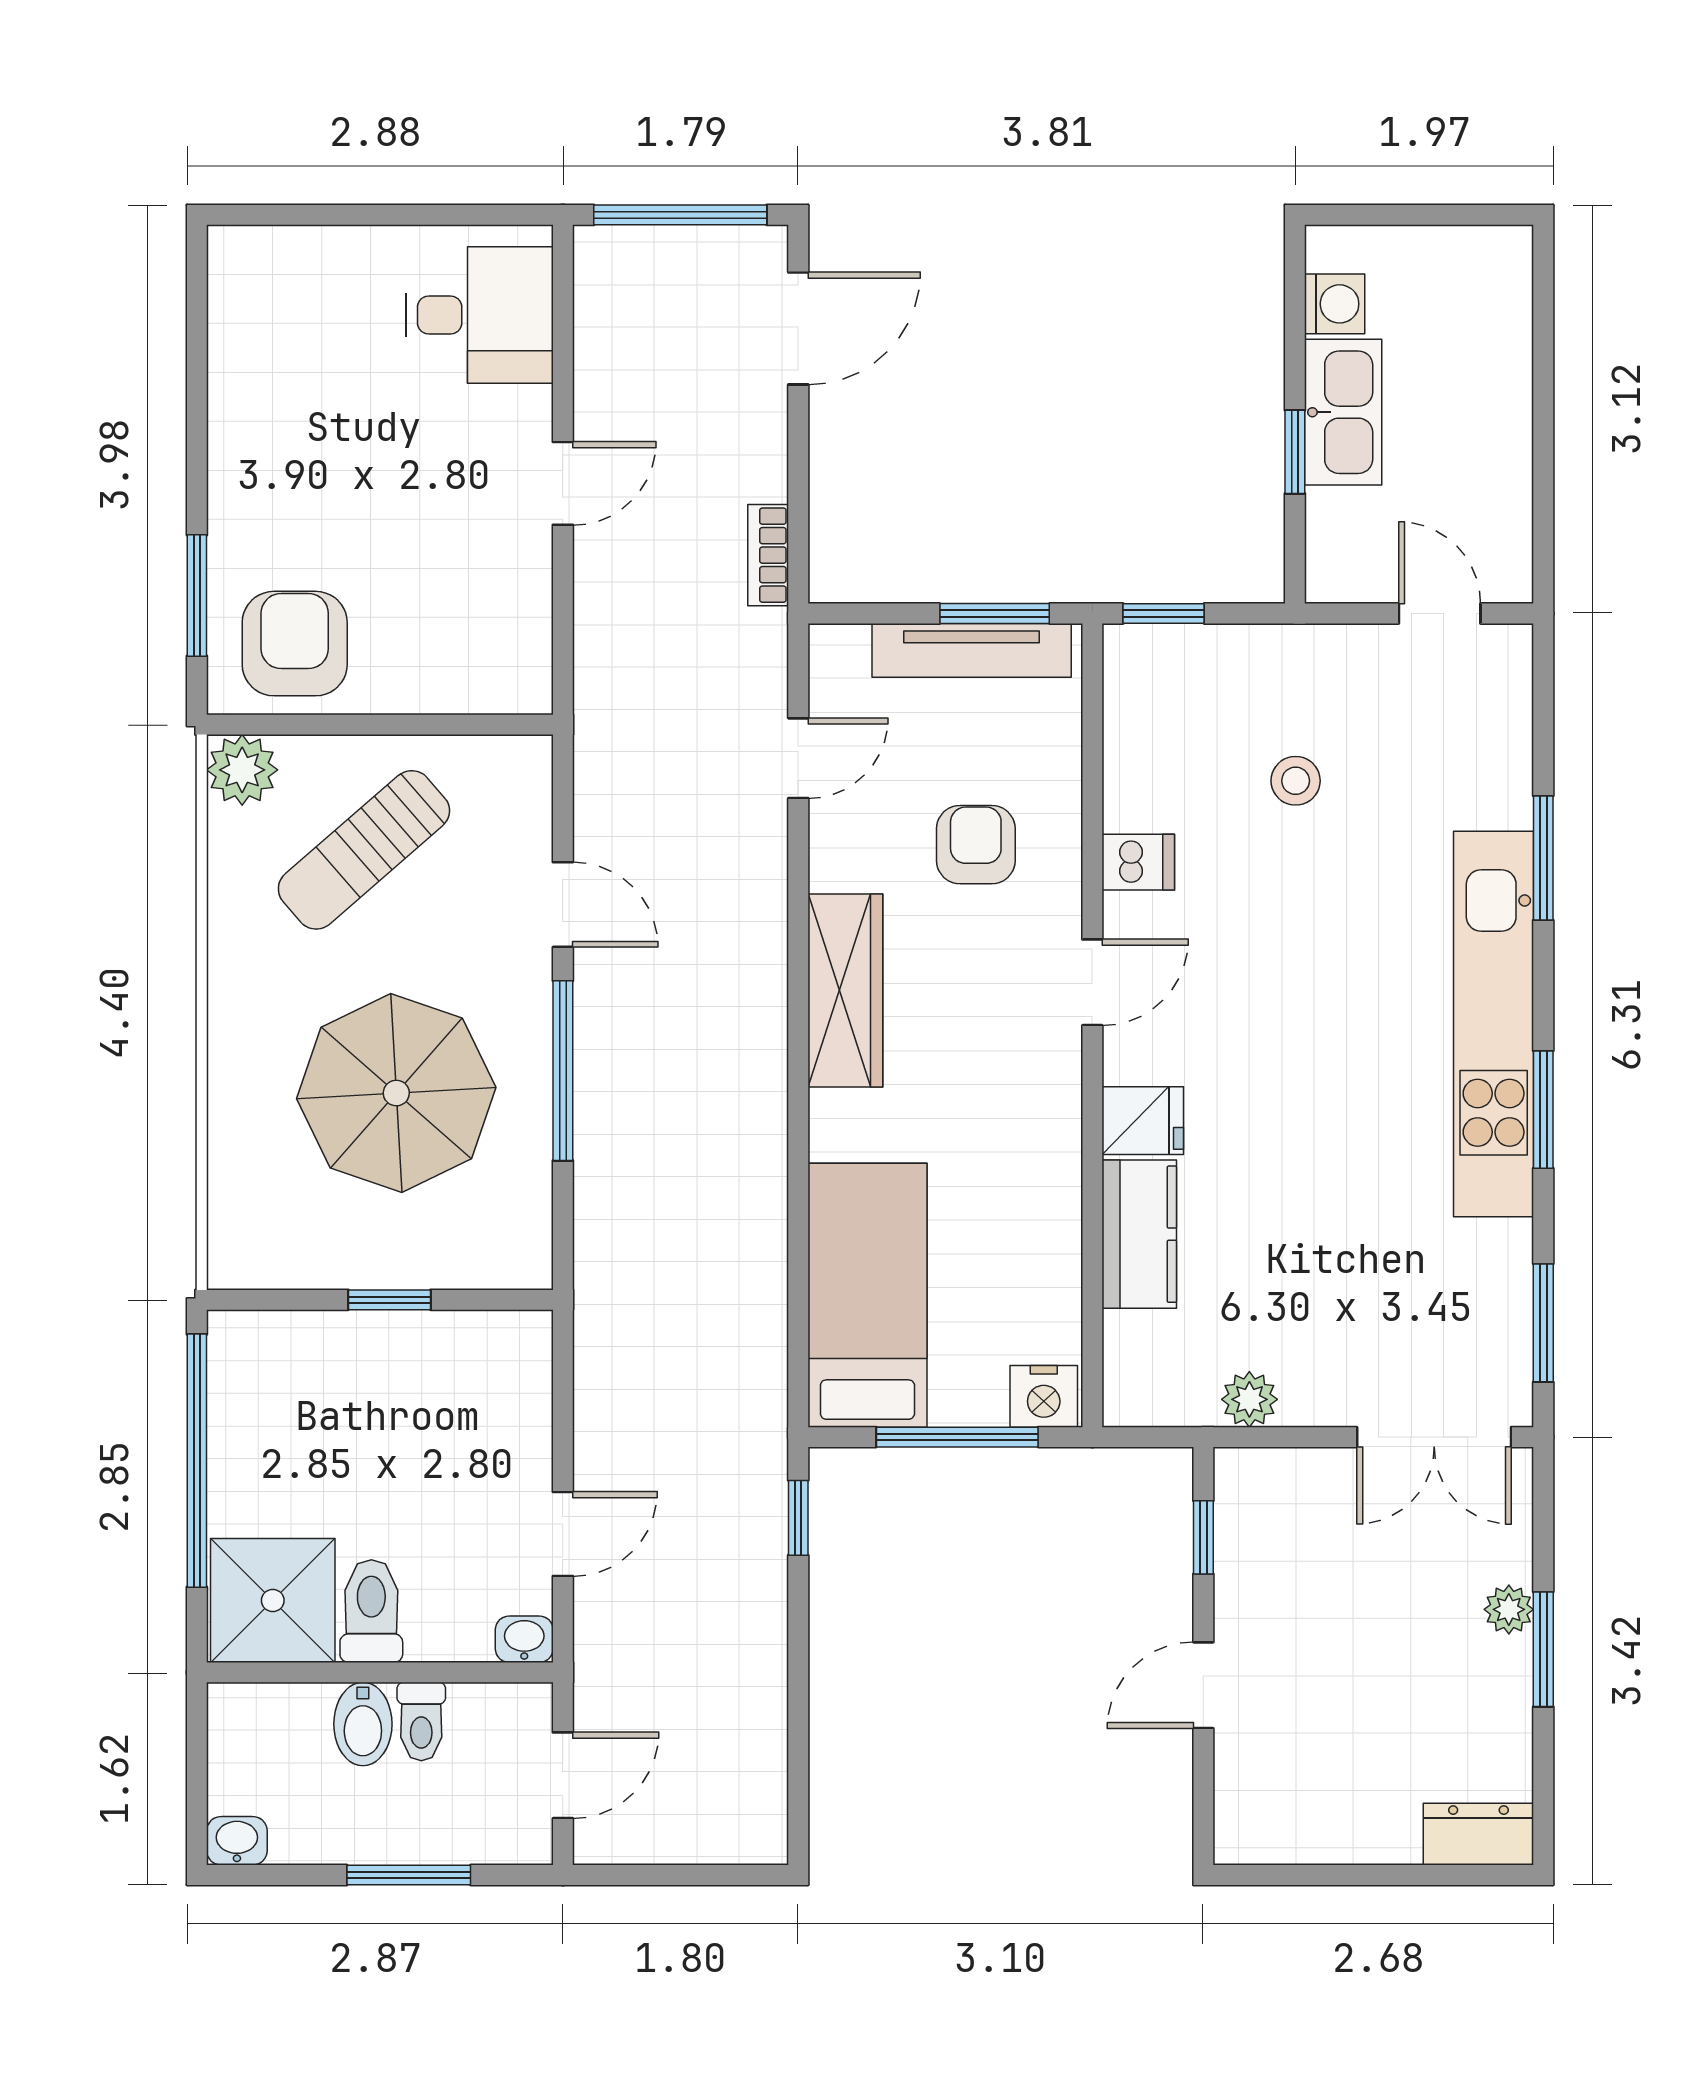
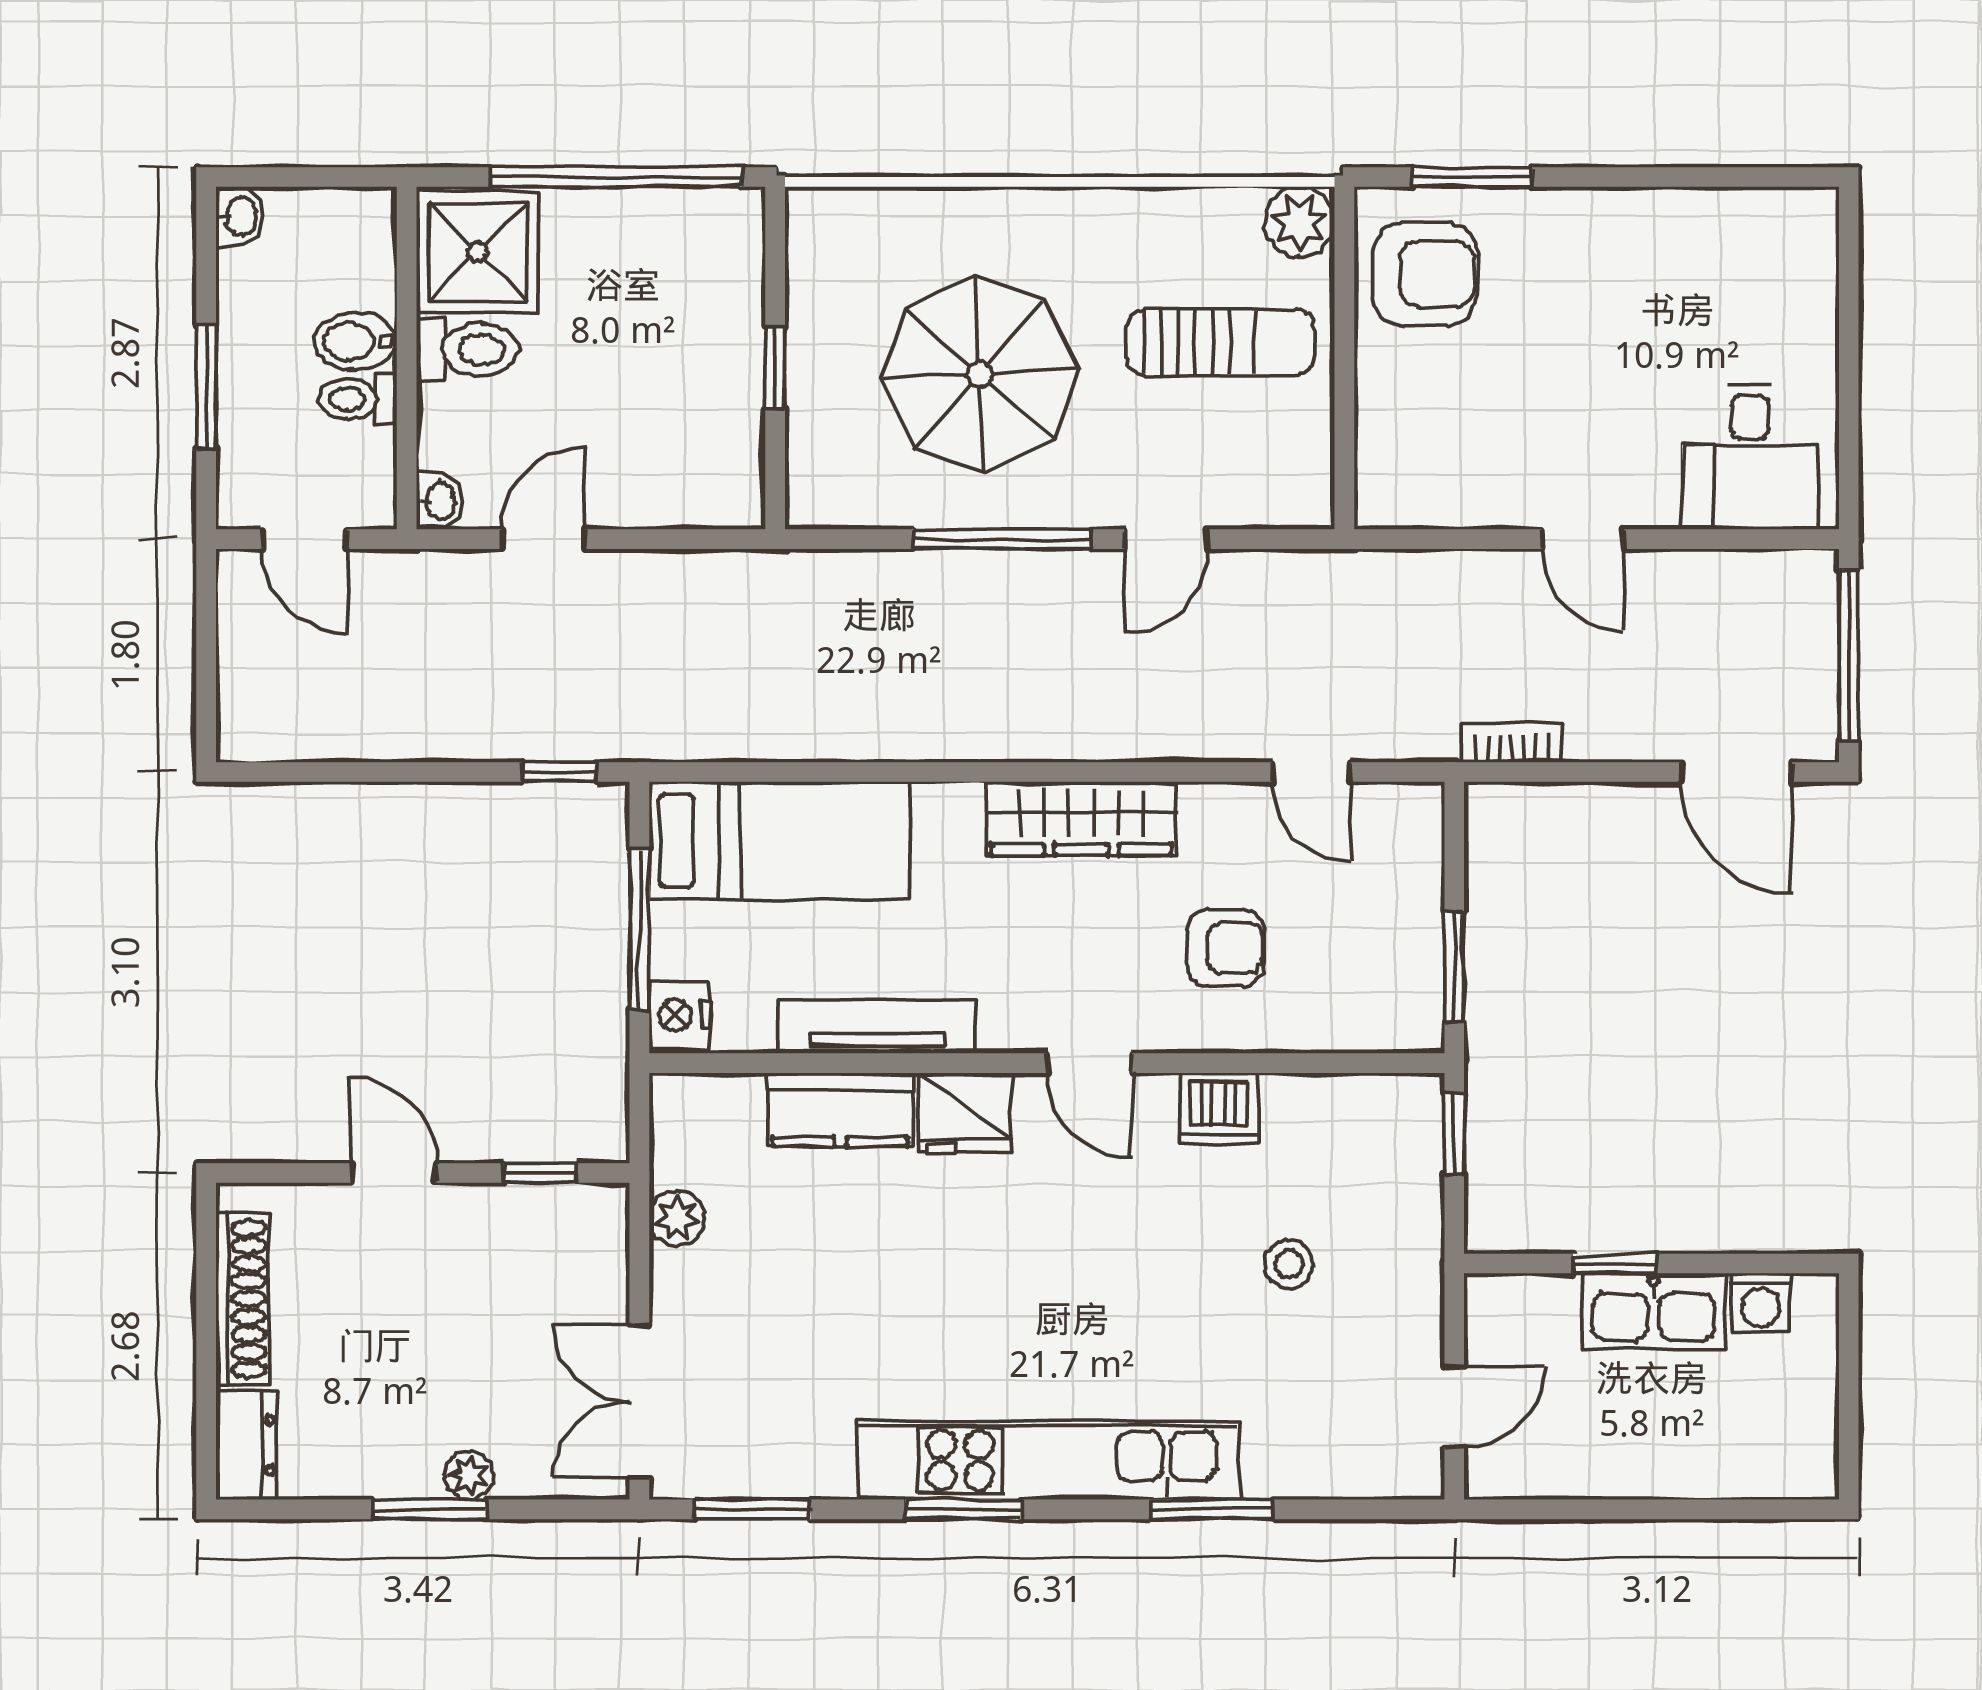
tv unit: (972, 650) -> (877, 1027), moved, turned 90
sun lounger: (364, 850) -> (1220, 342), turned 131
dishwasher: (1138, 862) -> (1219, 1108), width x1.38
fridge: (1143, 1121) -> (965, 1113), width x1.38
door: (563, 1534) -> (543, 539), swing flipped
shoe rack: (1331, 1838) -> (242, 1299), added

